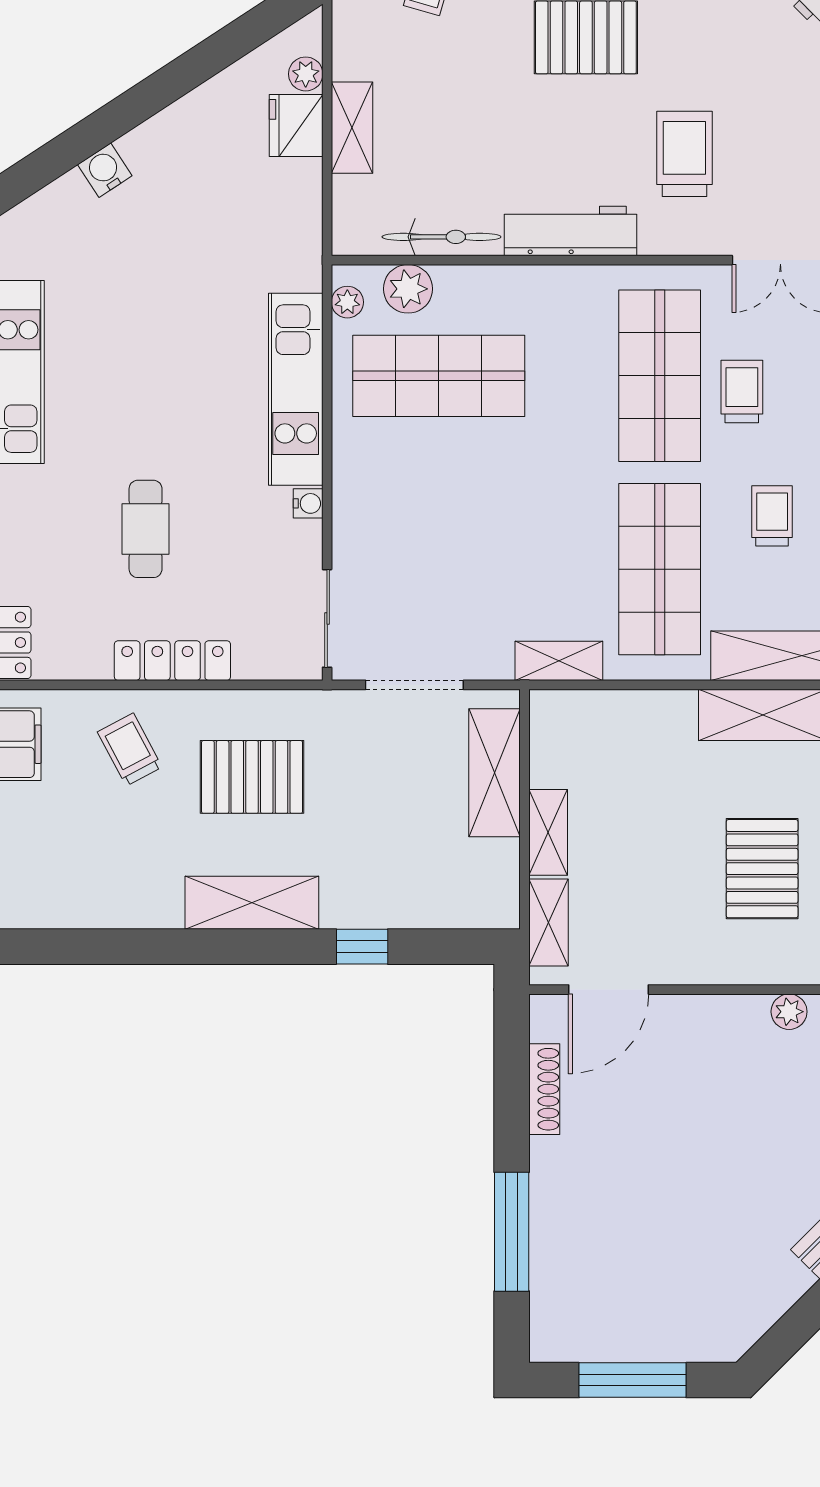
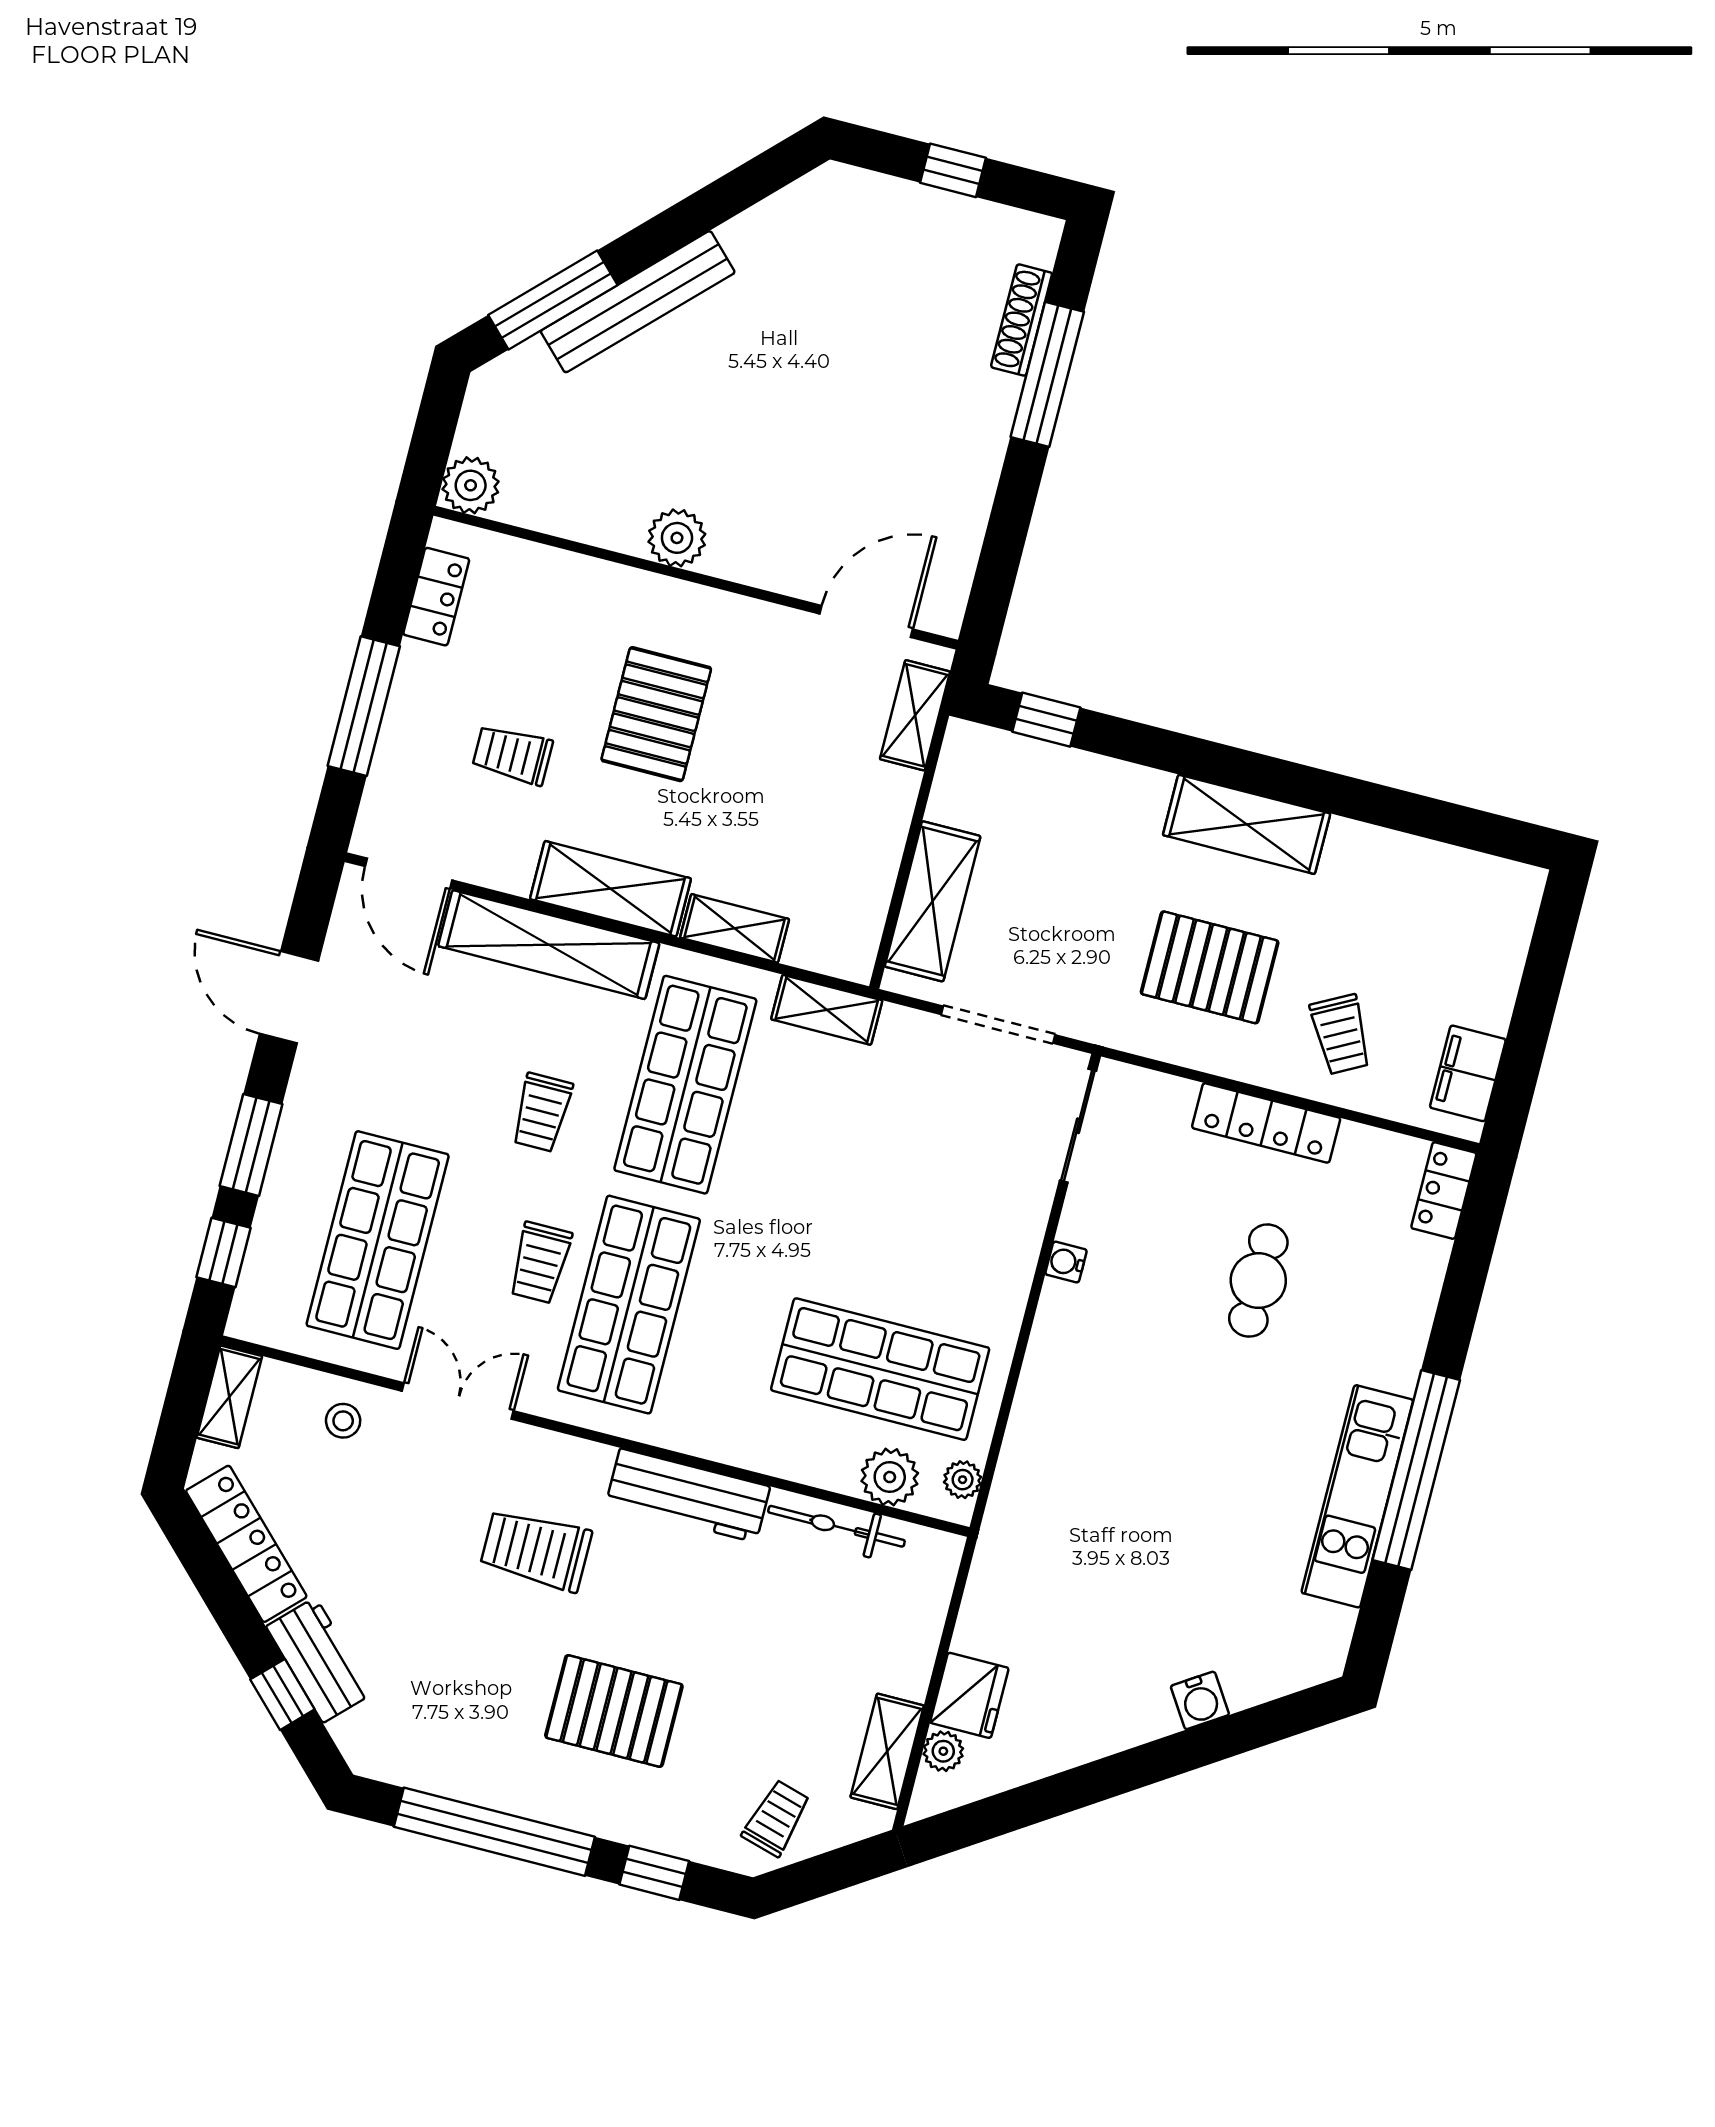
shelving: (352, 128) -> (887, 1751), moved
trolley: (684, 154) -> (536, 1550), turned 90
kitchen unit: (296, 389) -> (1047, 1396), removed
shelving: (548, 832) -> (735, 928), moved, turned 90
window: (362, 947) -> (1046, 720), moved
plant: (789, 1012) -> (677, 538), width x1.38, depth x1.38
shoe rack: (544, 1089) -> (1022, 320), moved
window: (633, 1380) -> (953, 170), width x0.46

